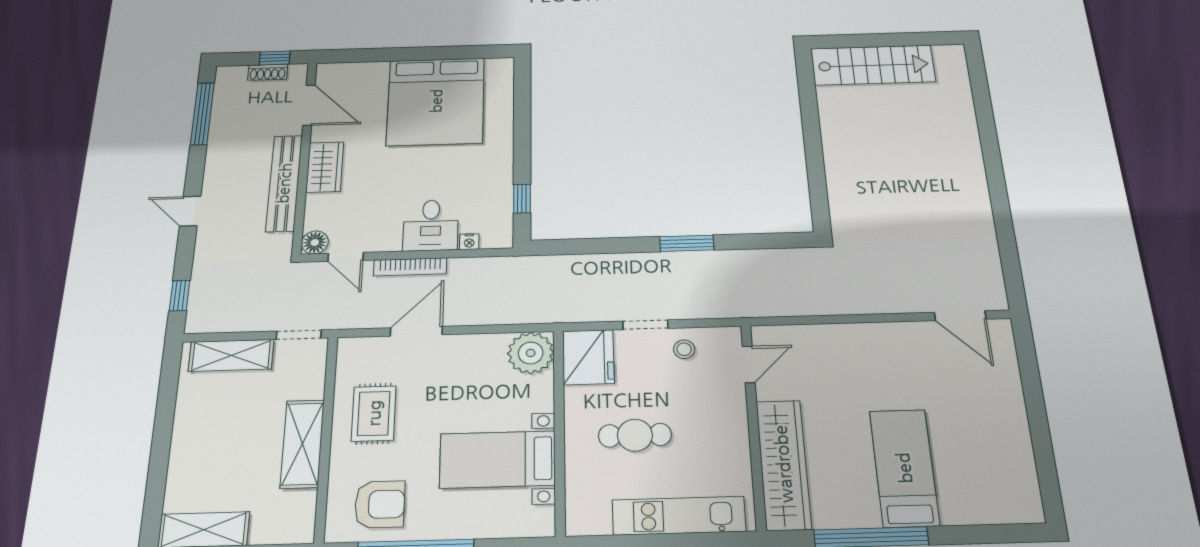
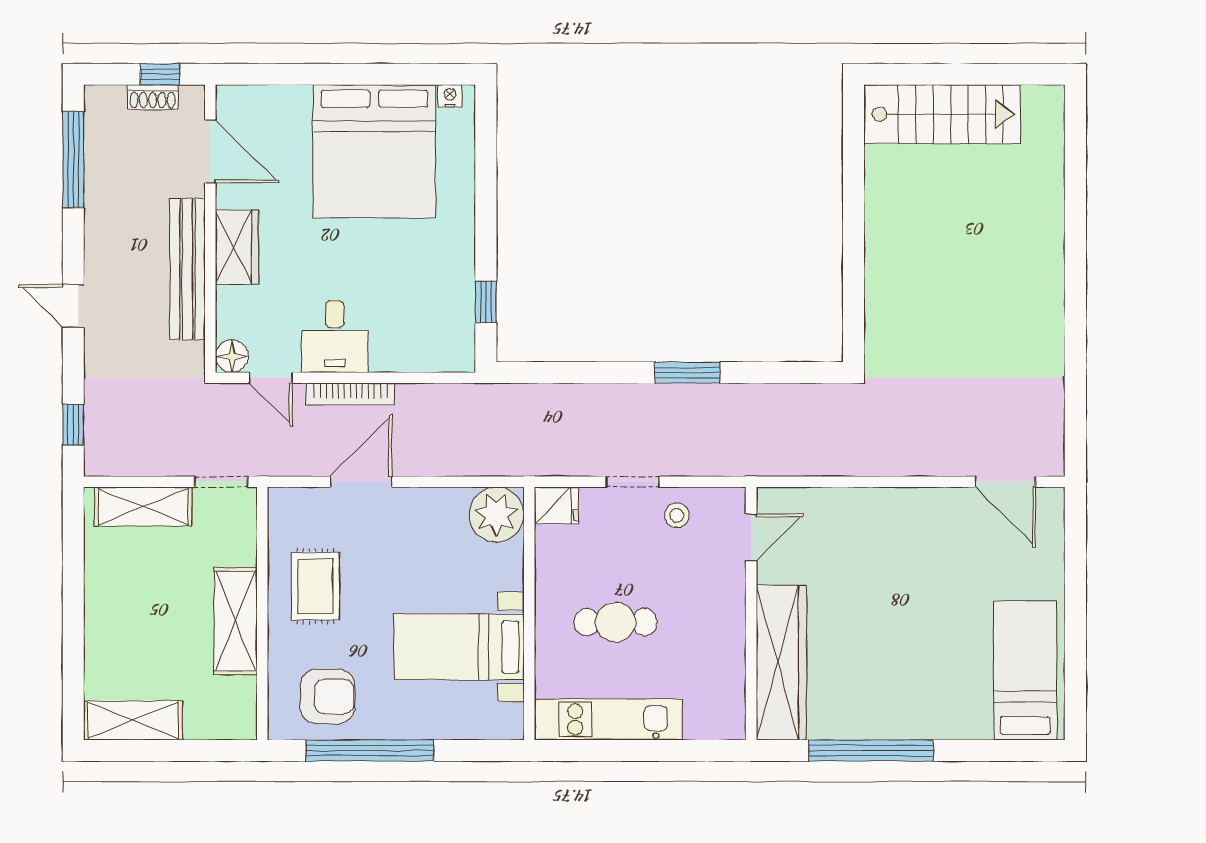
desk: (431, 225) -> (335, 336), moved
nightstand: (469, 242) -> (450, 96), moved, turned 180
fridge: (588, 357) -> (557, 506), width x0.53, depth x0.75
bed: (904, 468) -> (1025, 670), moved
kitchen unit: (679, 516) -> (609, 719), moved

